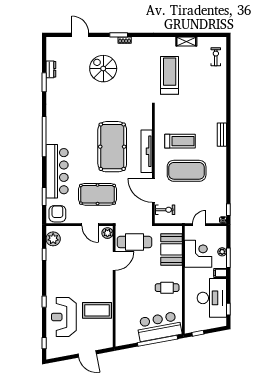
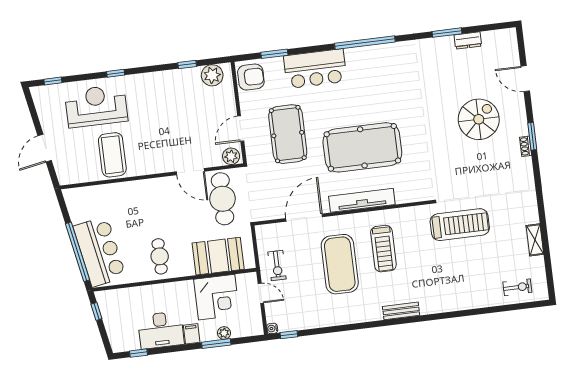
door: (80, 35) -> (525, 79), swing flipped
treadmill: (170, 75) -> (460, 225), moved
bar counter: (57, 171) -> (315, 69), width x0.73
exercise bike: (165, 210) -> (277, 265), moved
desk: (212, 298) -> (161, 330), width x0.73, depth x0.77

